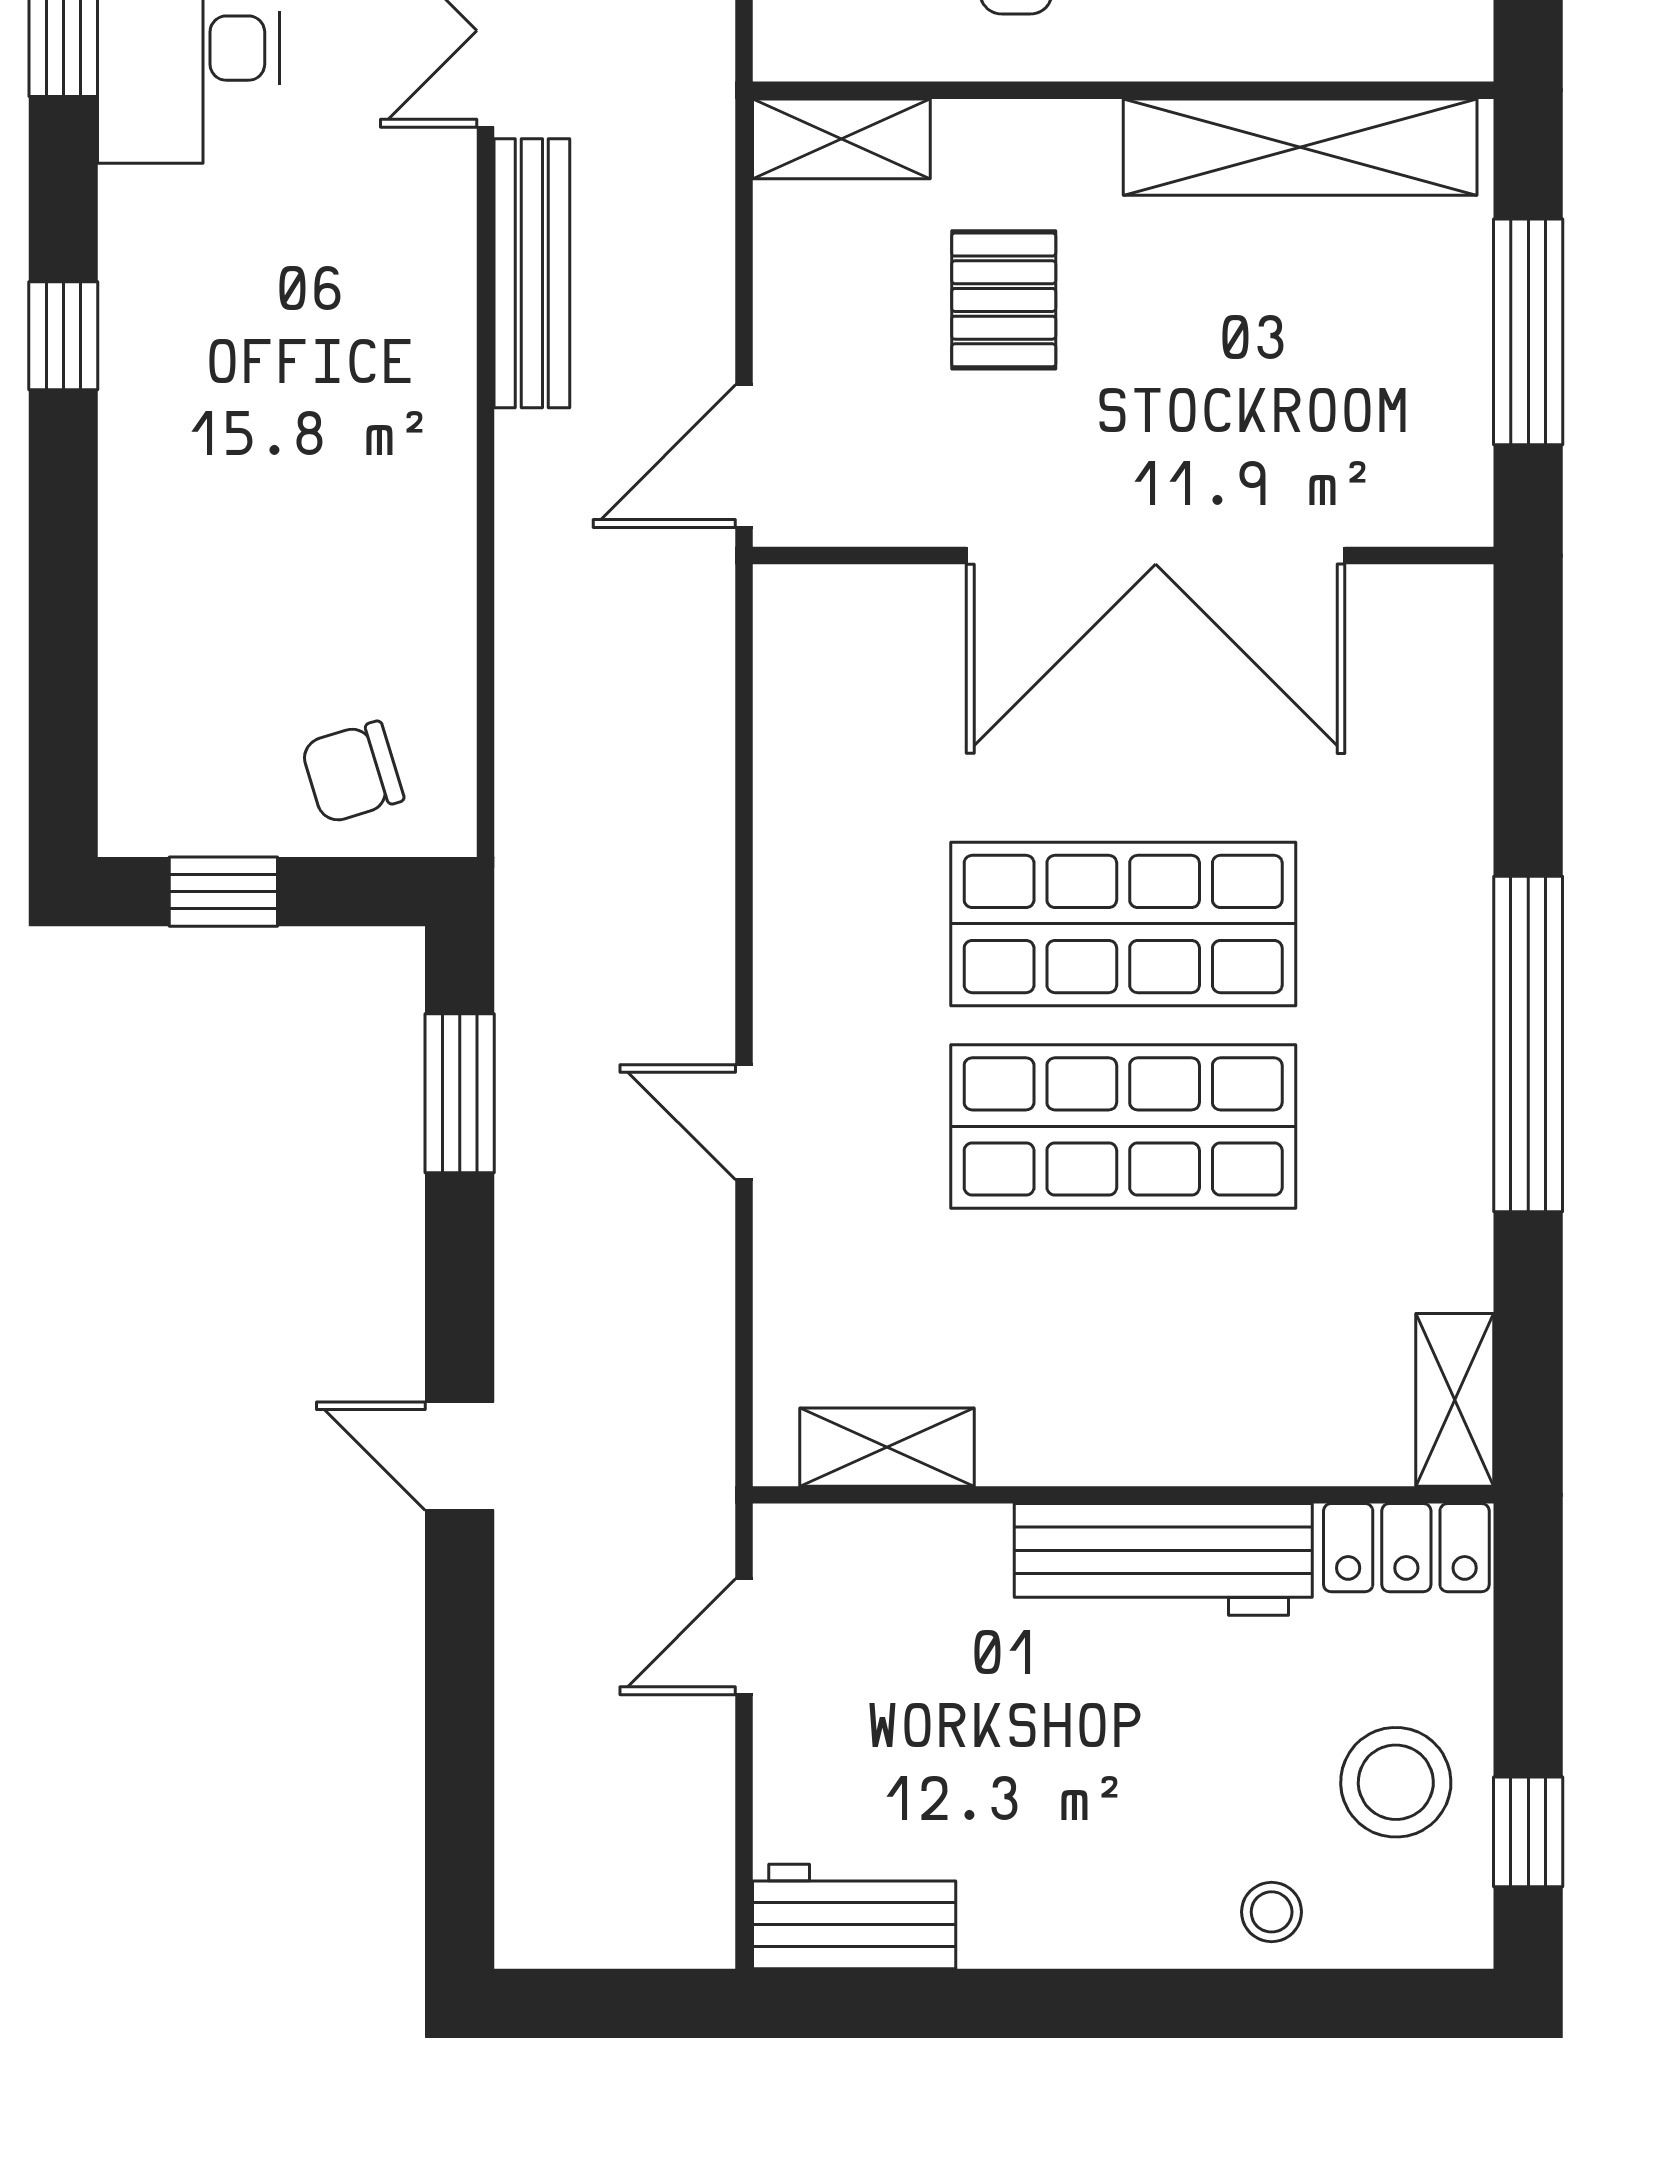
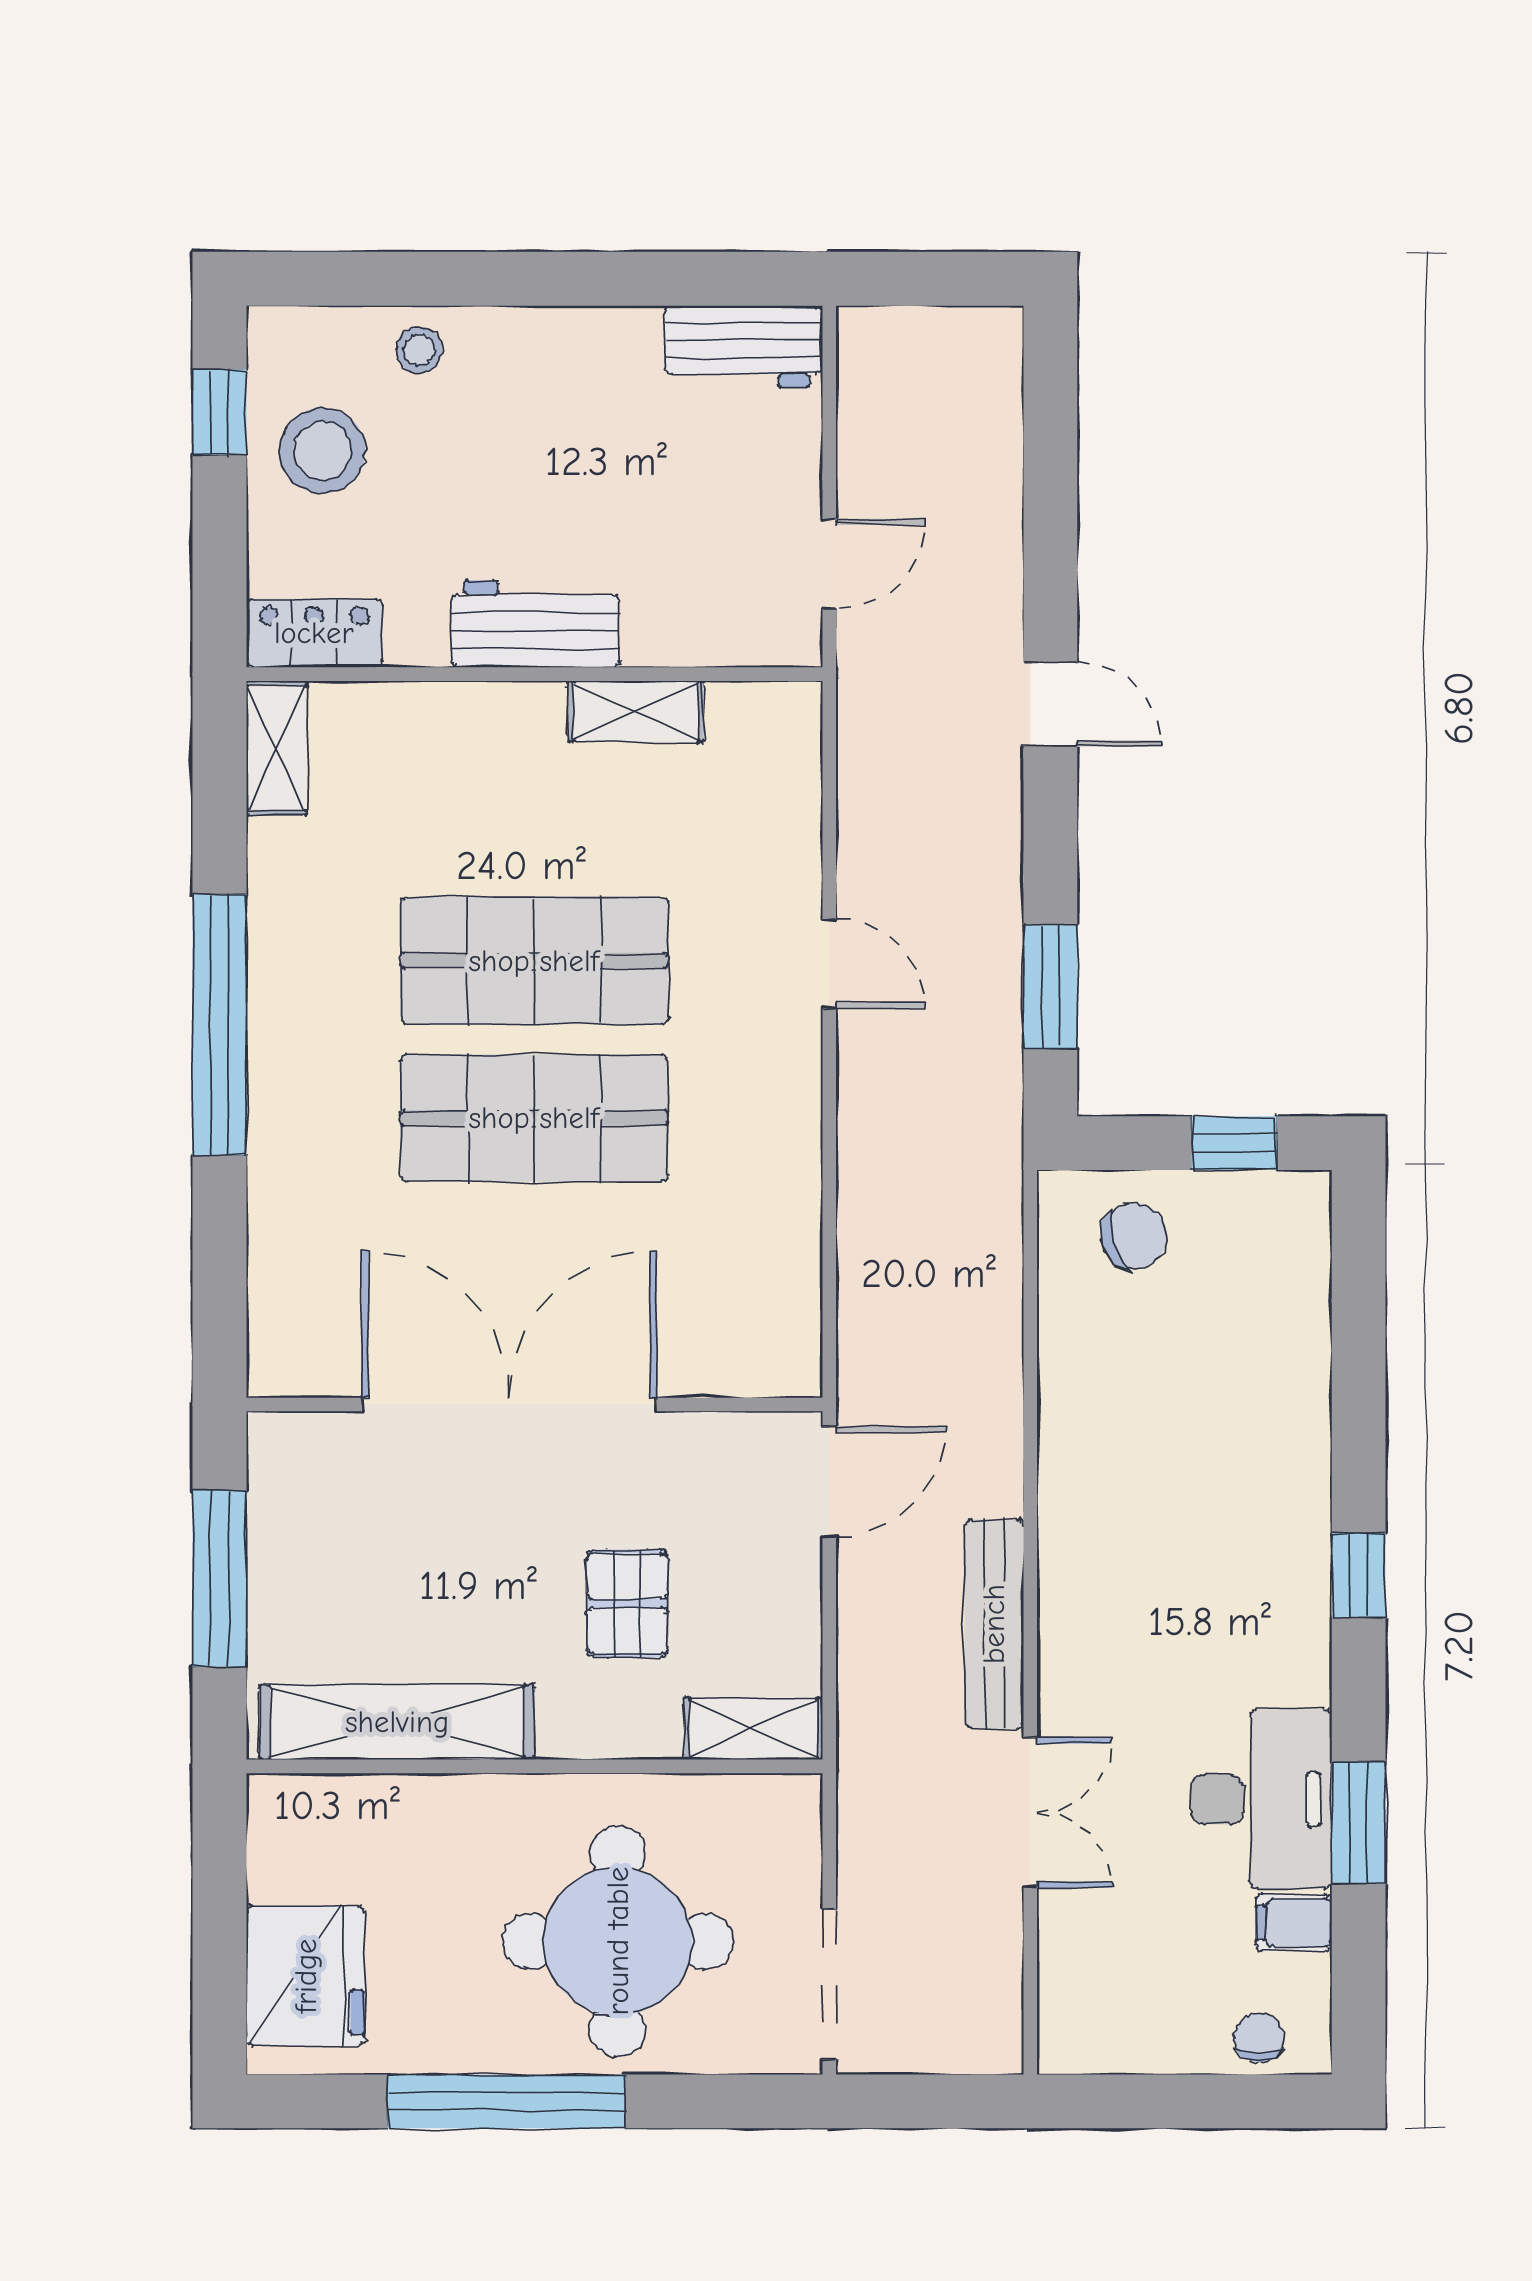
shelving: (887, 1447) -> (636, 711), moved
workbench: (1163, 1559) -> (535, 624), width x0.73

